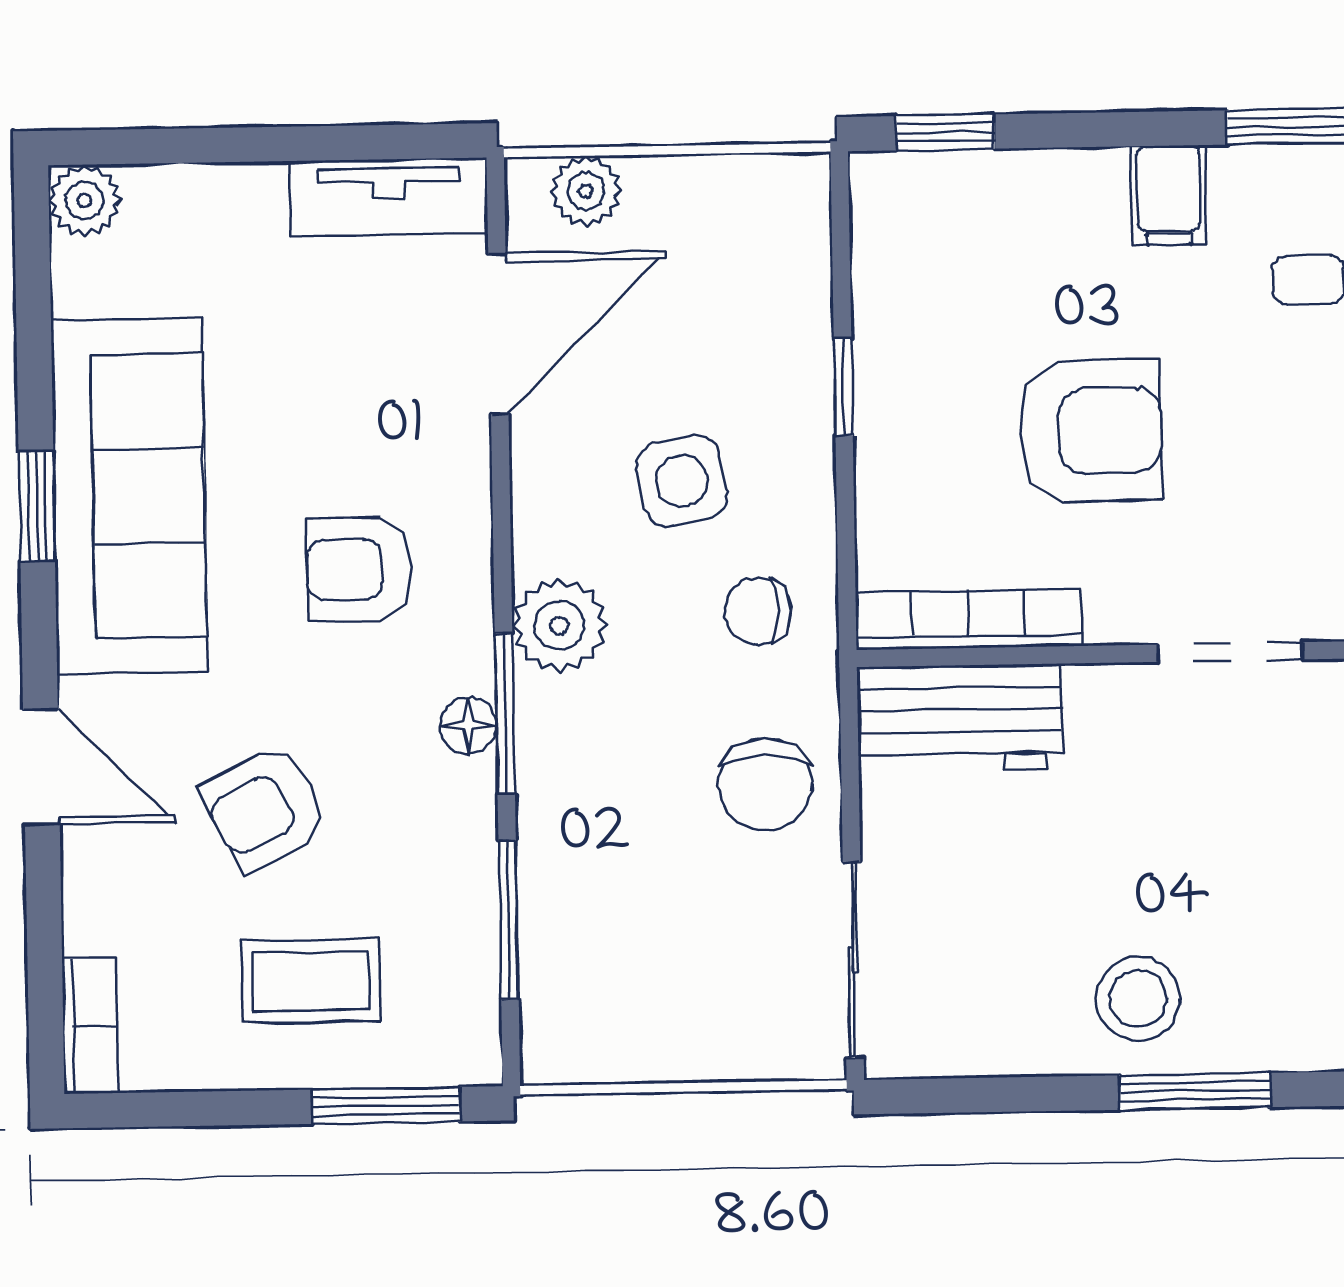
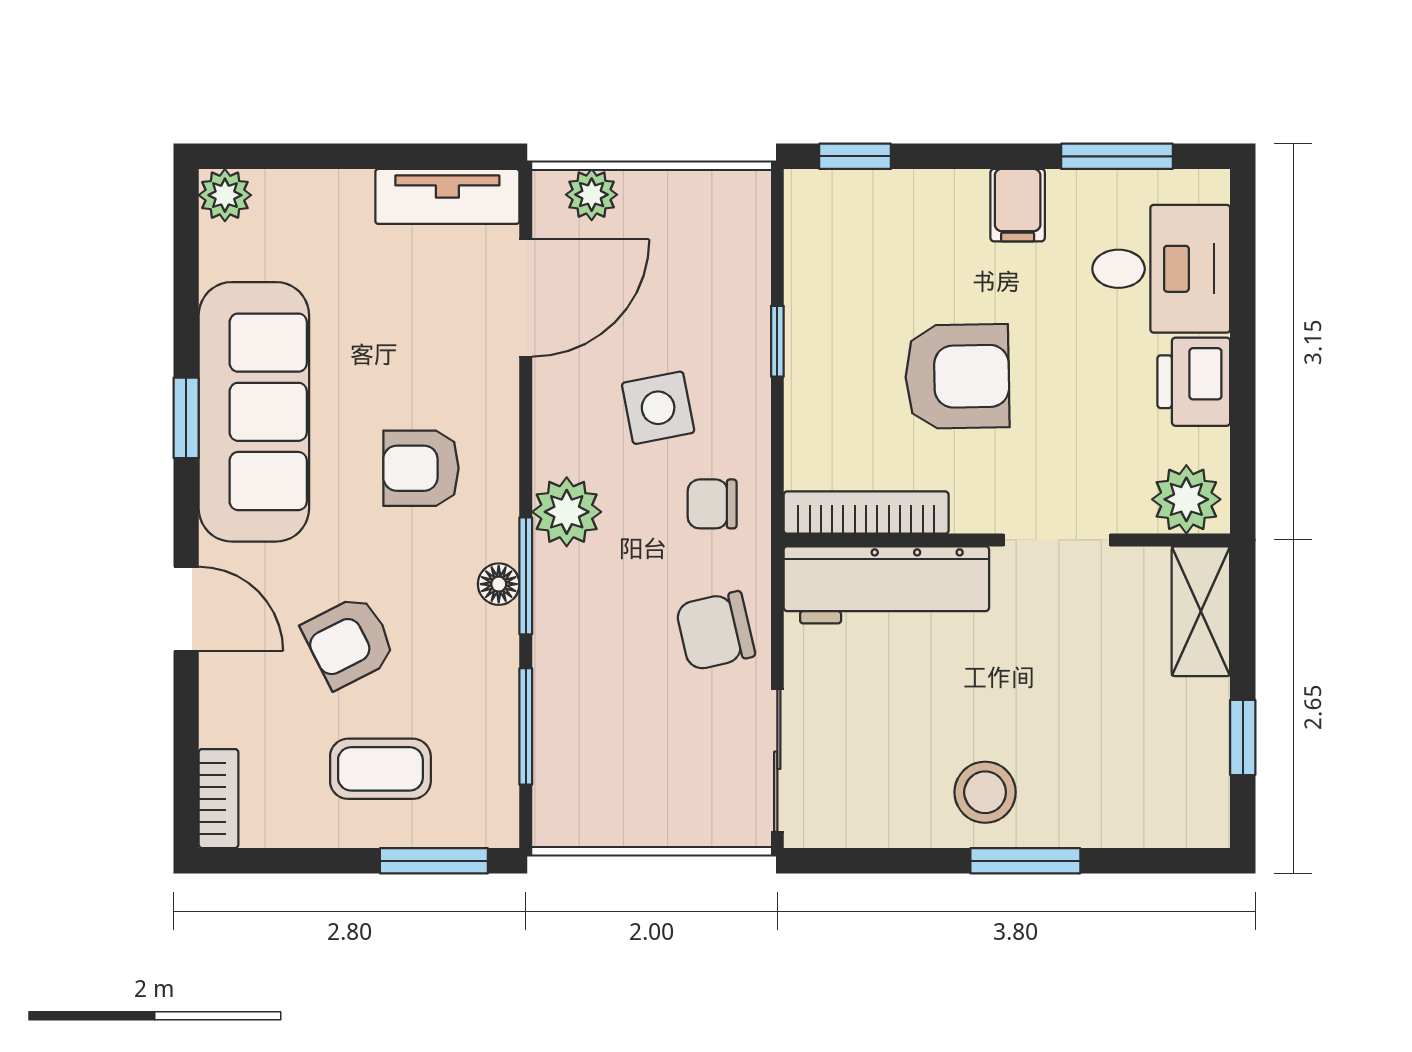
workbench: (960, 718) -> (886, 585), width x1.38
chair: (765, 784) -> (715, 631), turned 77

